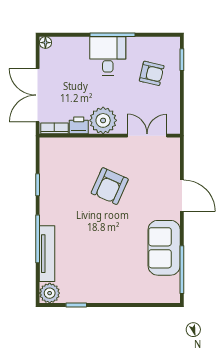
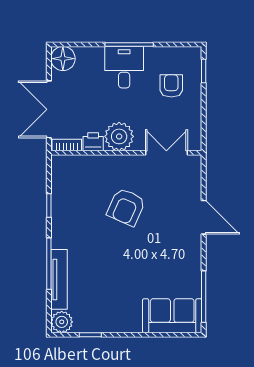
floor lamp: (45, 43) -> (63, 59), width x1.89, depth x1.89
armchair: (152, 73) -> (171, 86), turned -103
sofa: (164, 248) -> (172, 316), moved, turned 90

